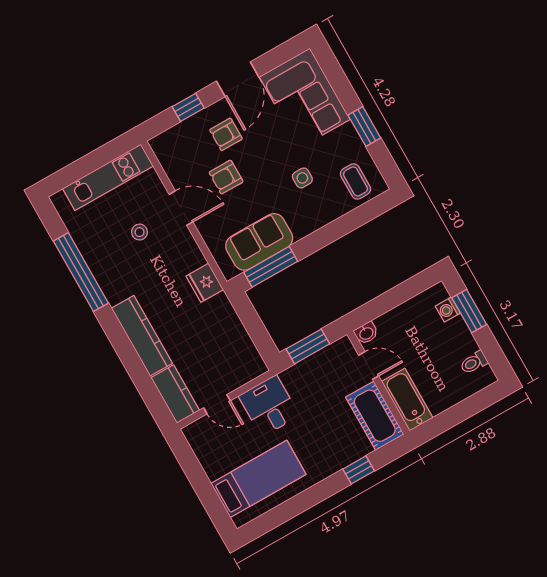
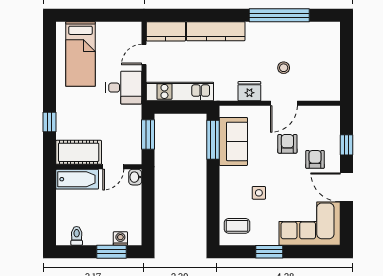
kitchen unit: (108, 177) -> (180, 91), moved, turned 90
fridge: (205, 283) -> (249, 91), moved

